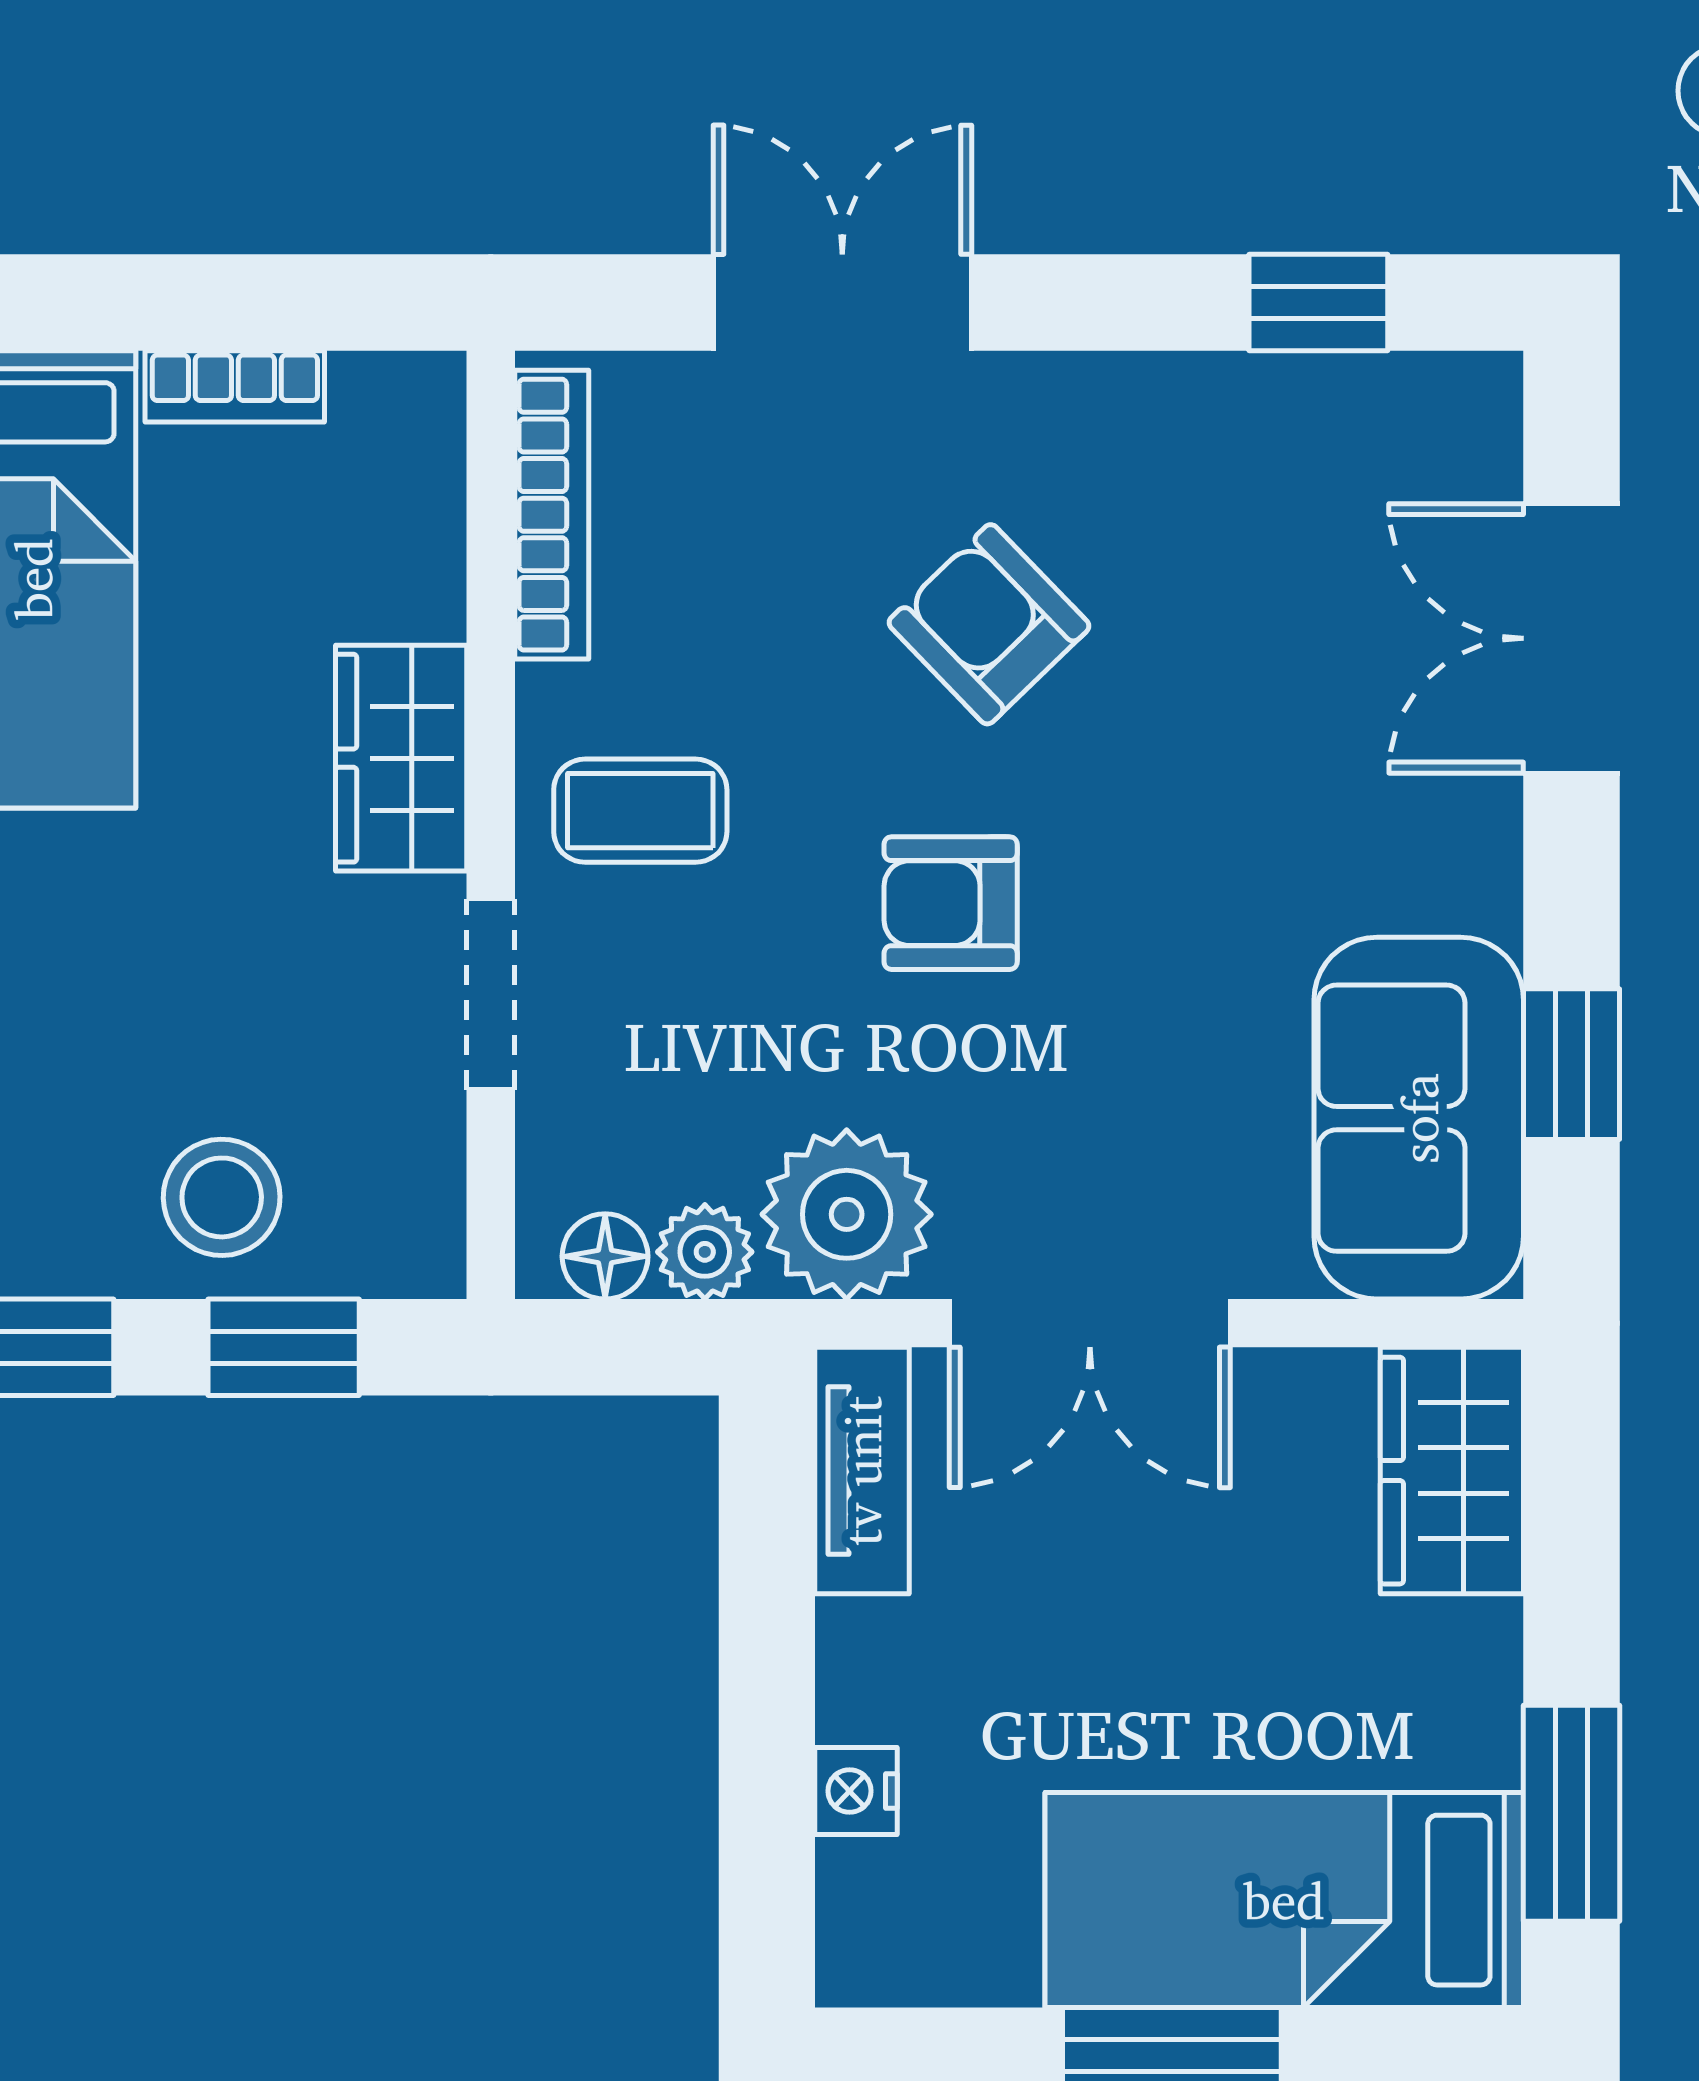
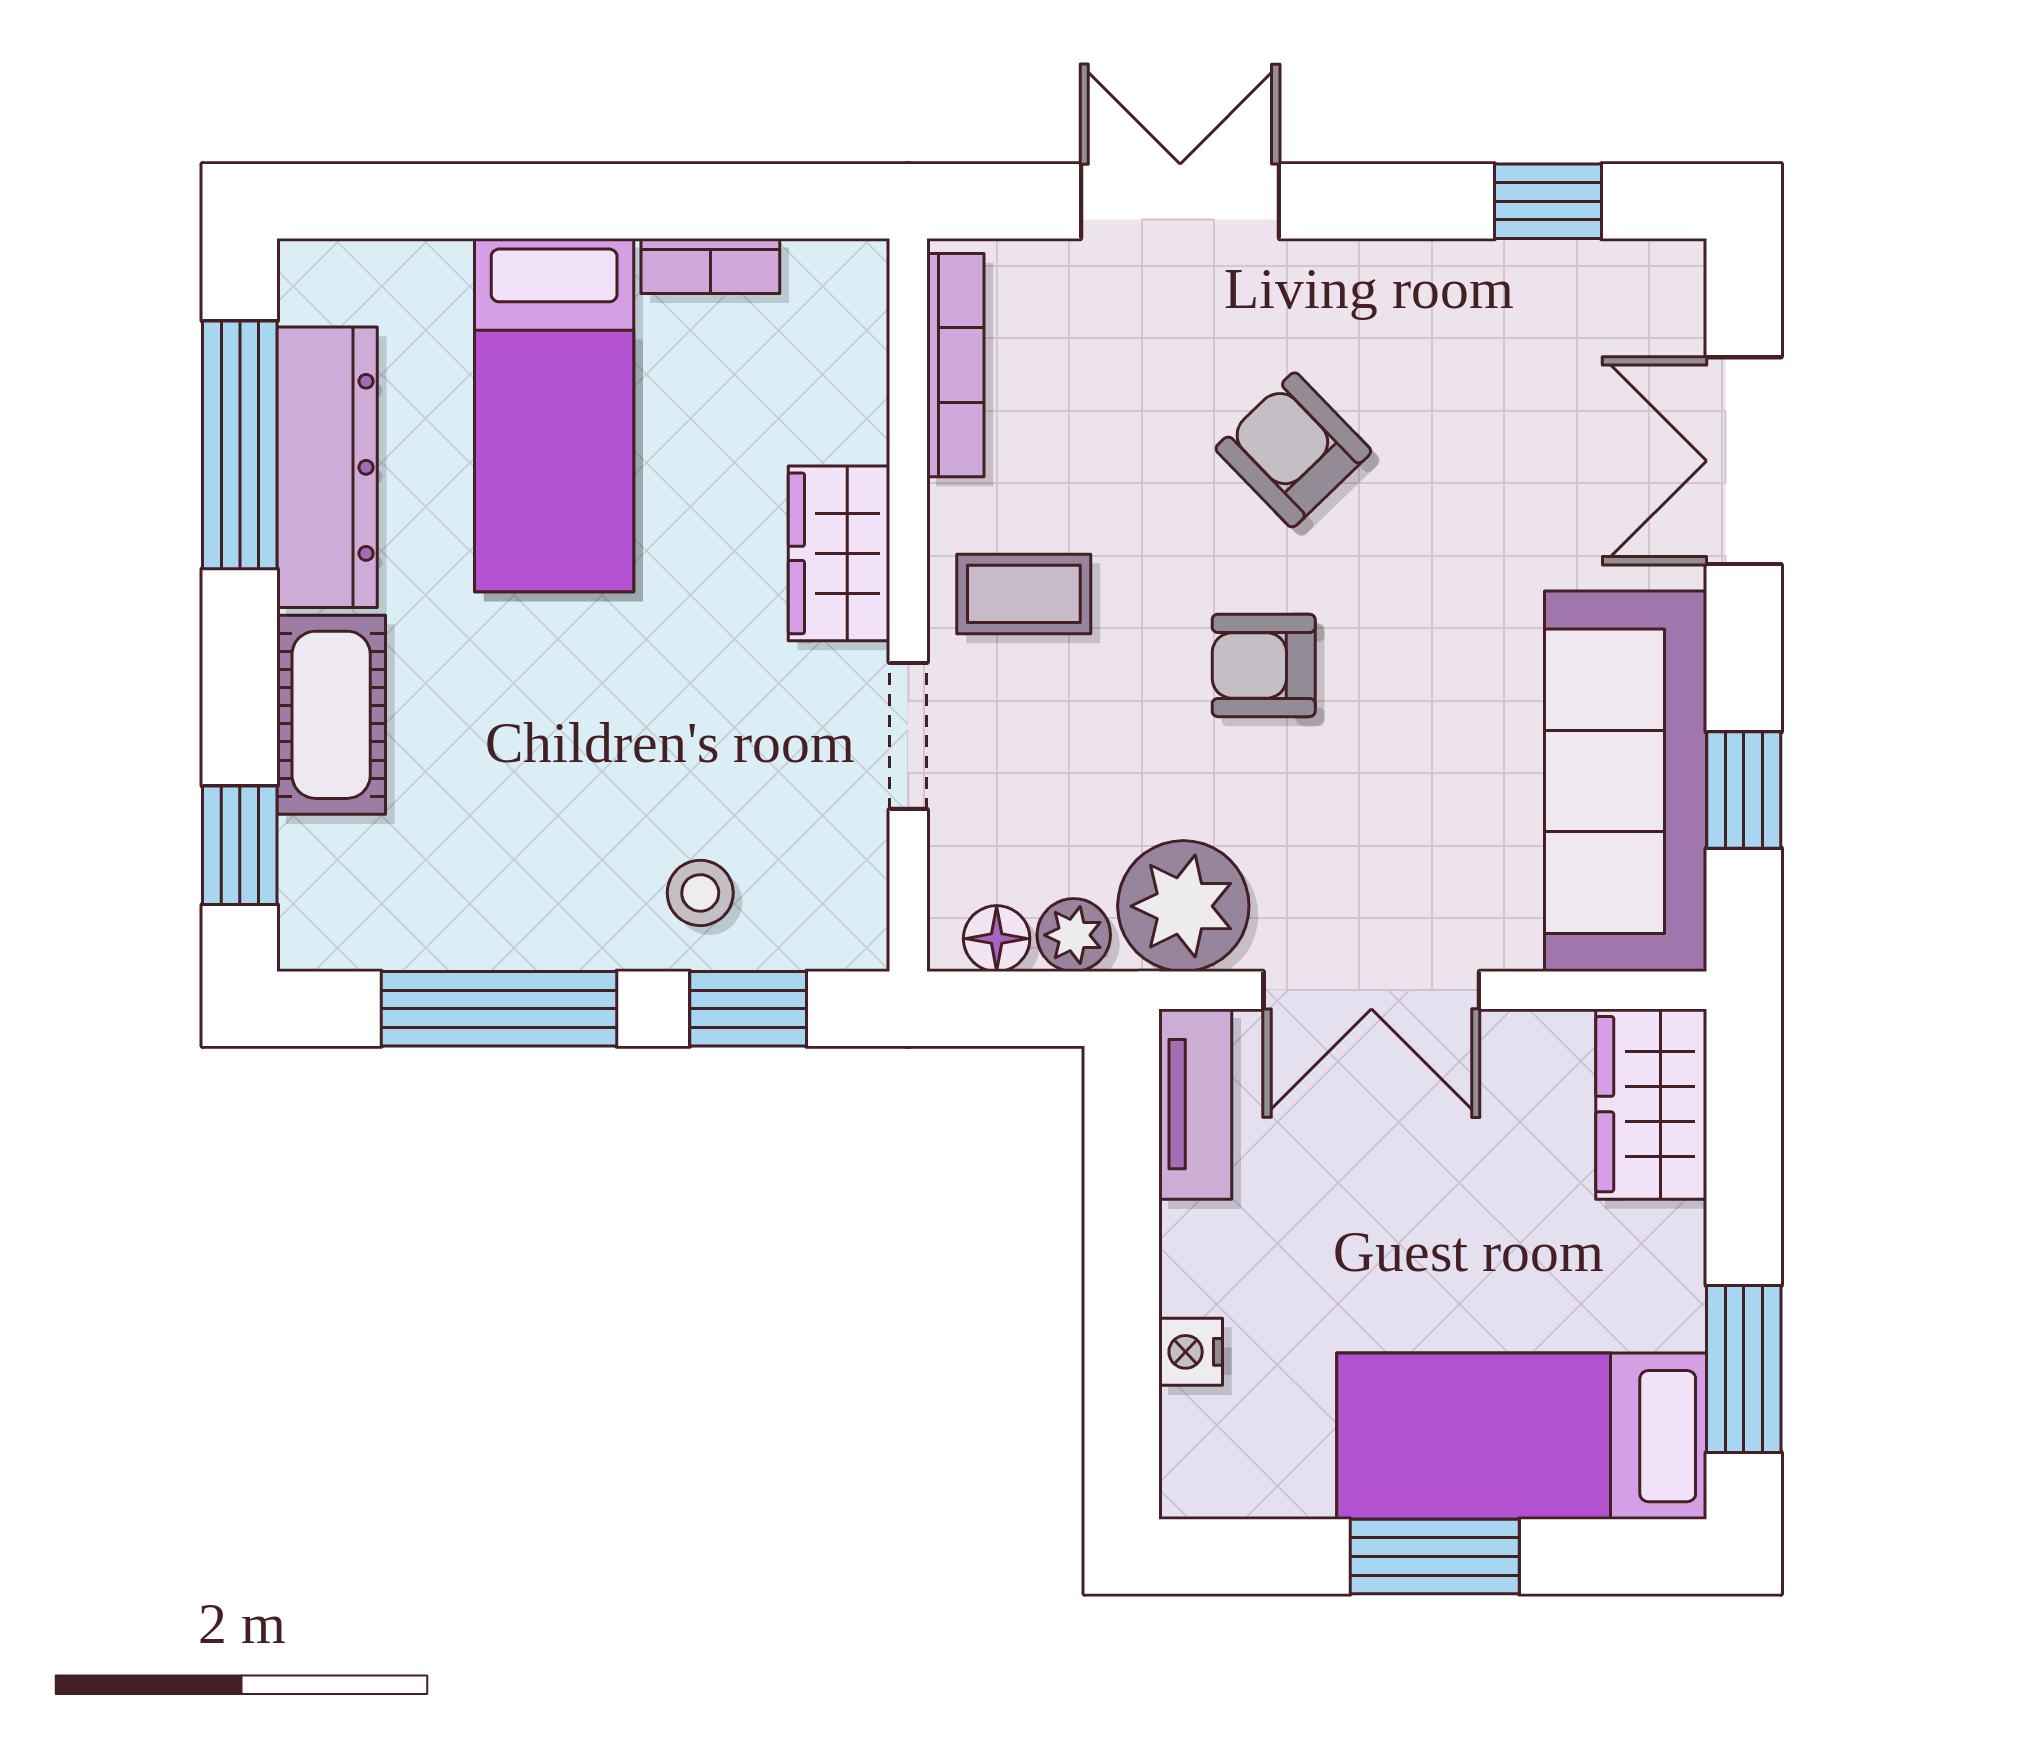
sofa: (1419, 1118) -> (1626, 781), width x1.36
stool: (222, 1197) -> (700, 893), width x0.73, depth x0.73

